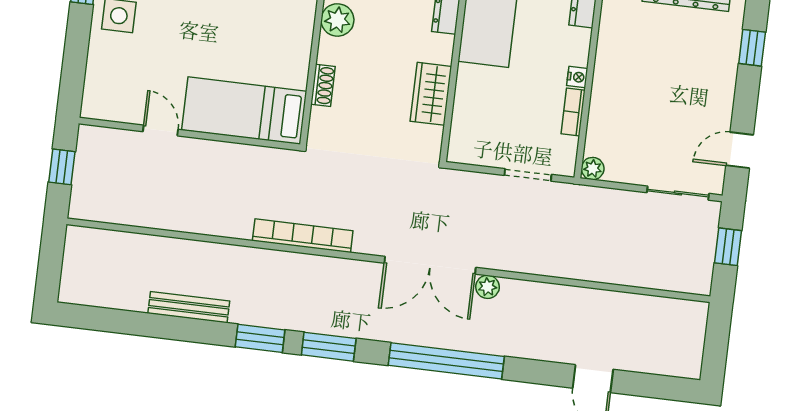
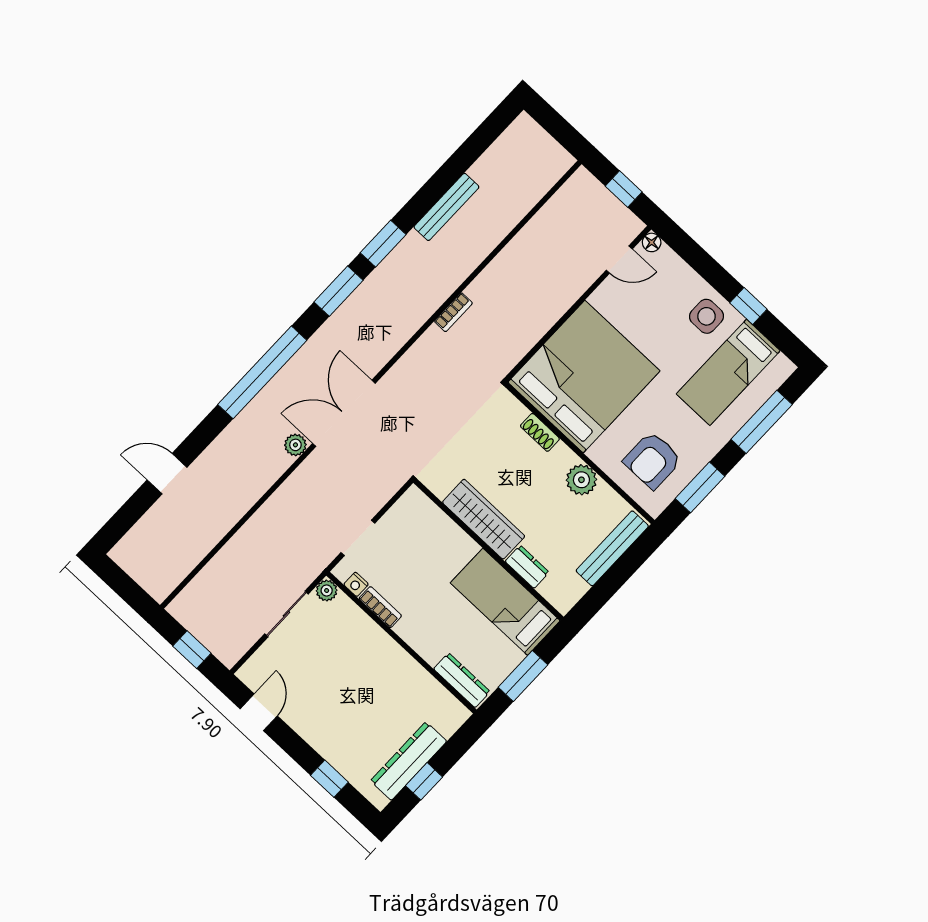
nightstand: (577, 77) -> (356, 584), moved
wardrobe: (431, 94) -> (484, 519), width x1.50
floor lamp: (90, 109) -> (652, 242), added
bed: (244, 111) -> (584, 377), width x2.04
door: (161, 130) -> (619, 259), moved
sliding door: (678, 193) -> (286, 614), moved
bookcase: (303, 236) -> (453, 312), width x0.43, depth x0.76

